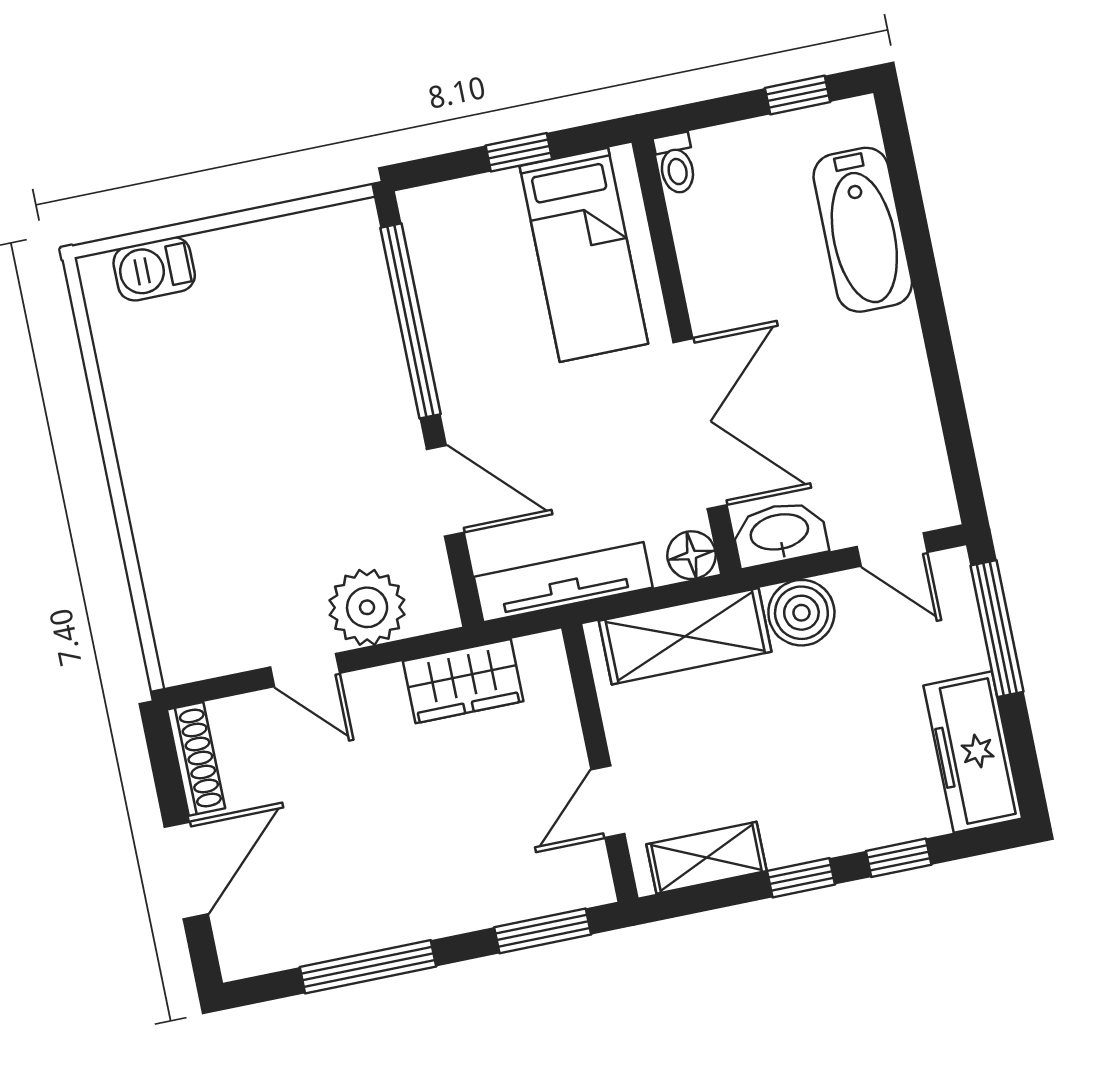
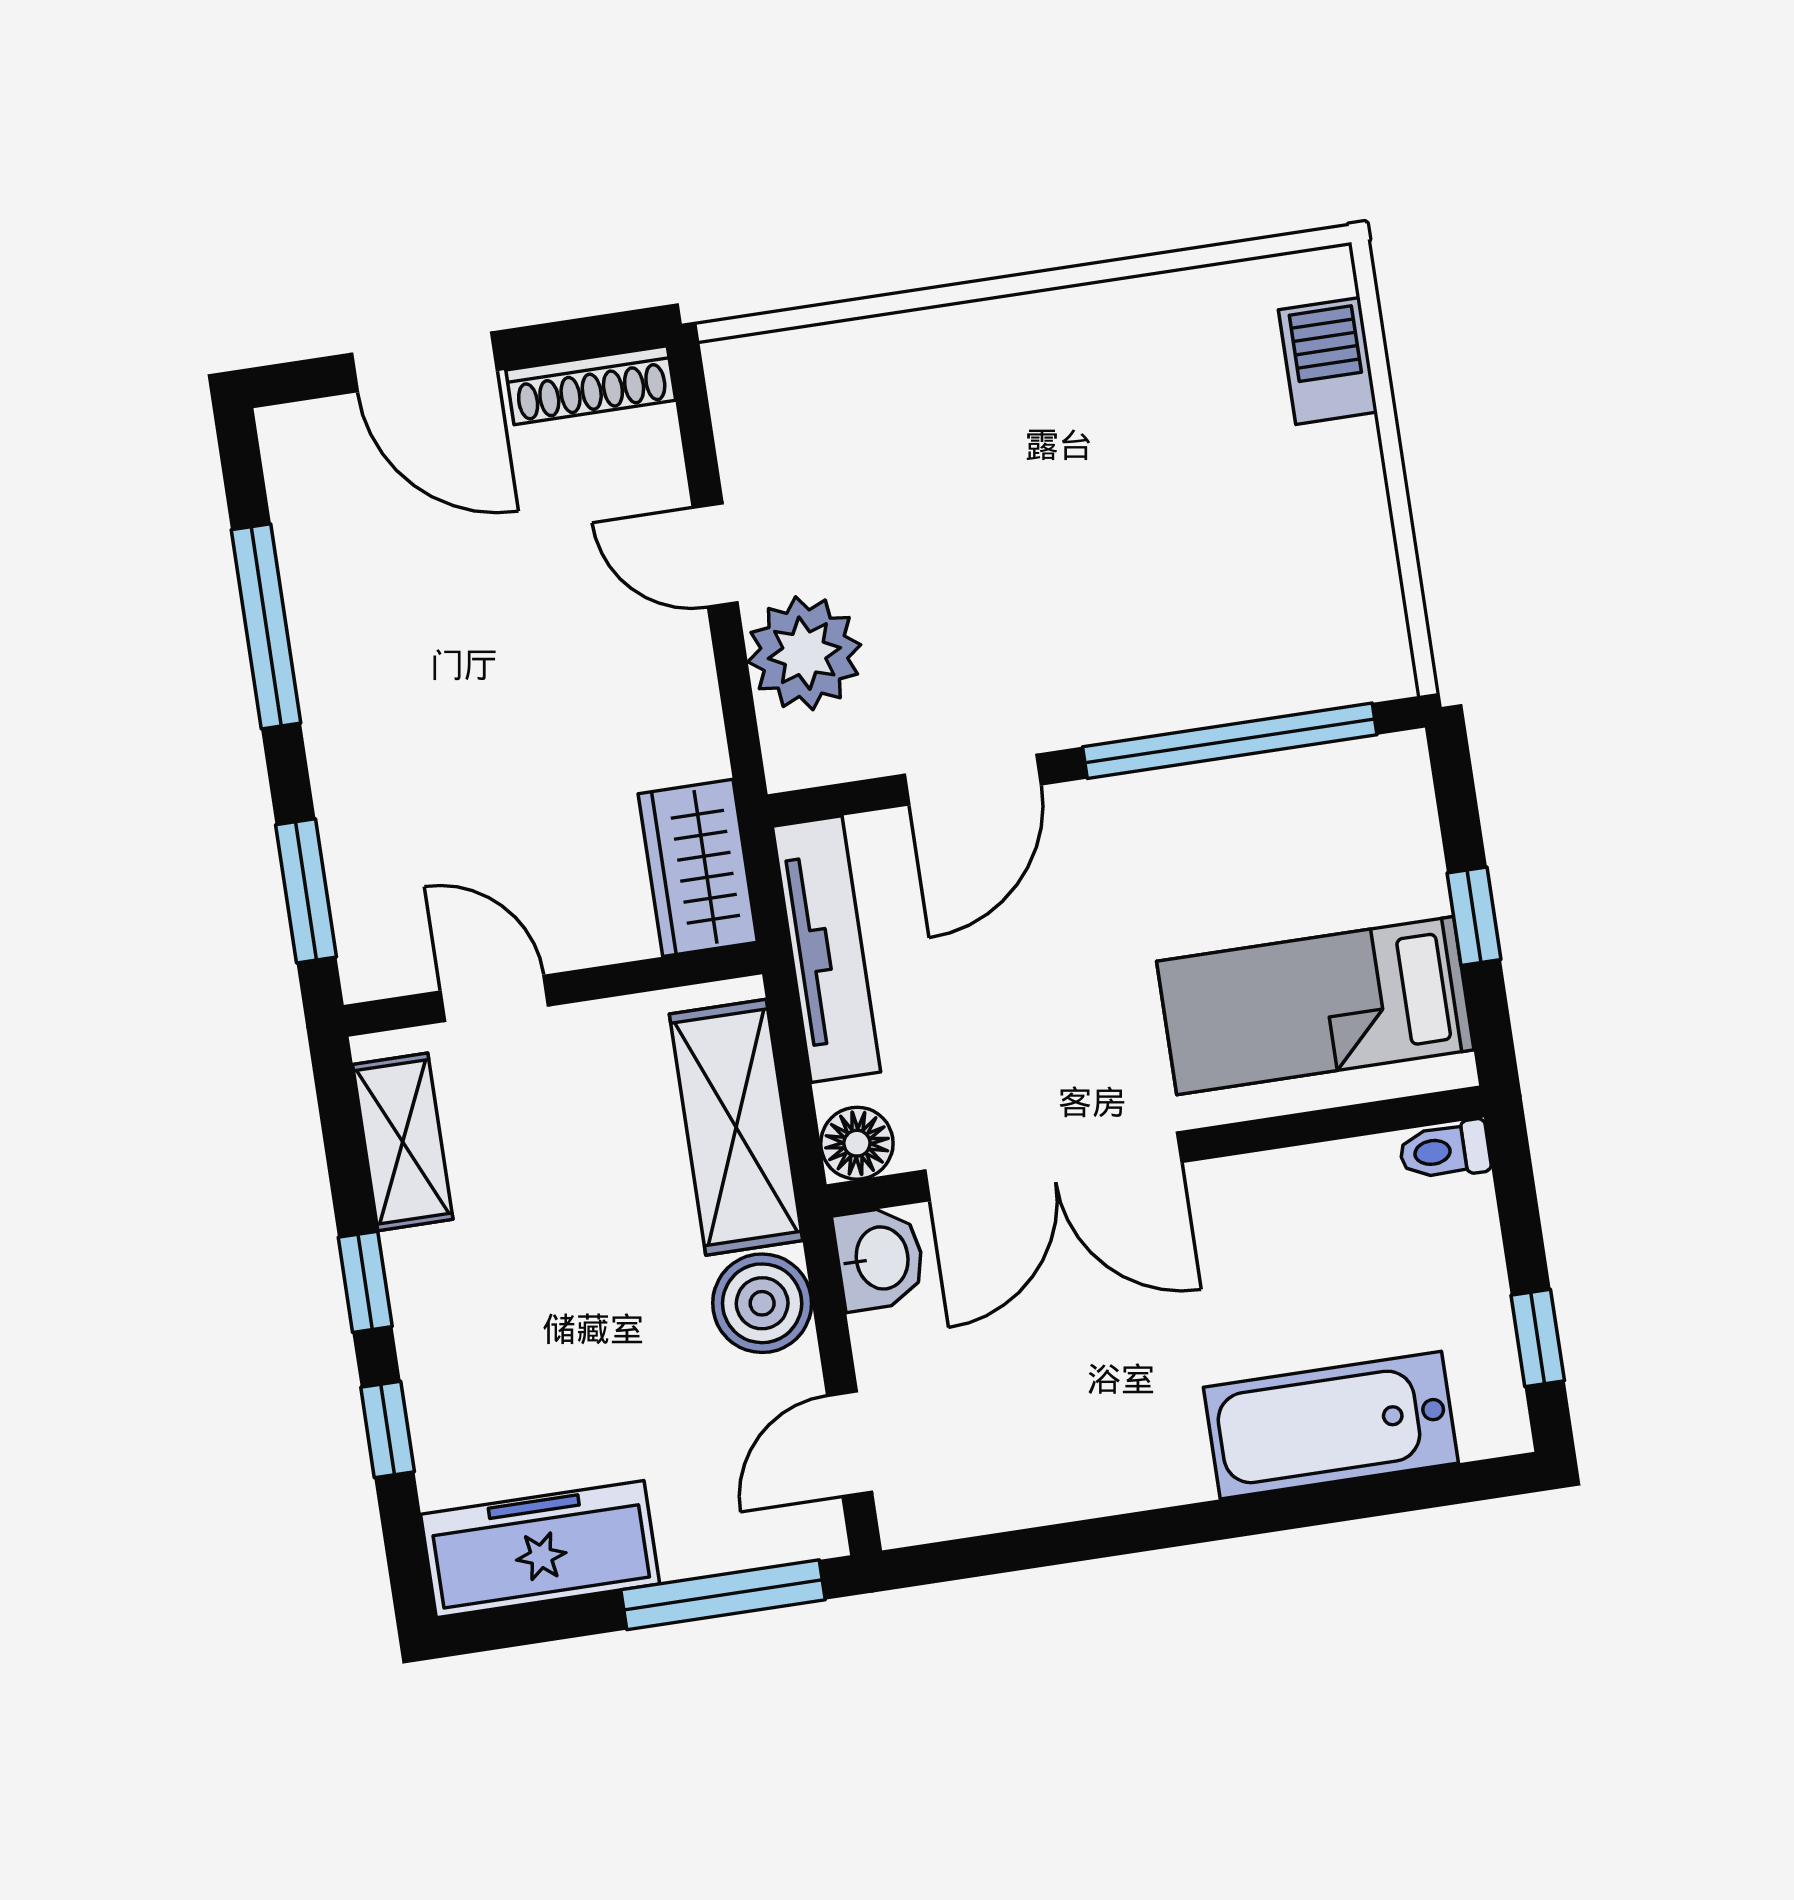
washbasin: (780, 534) -> (880, 1258), width x0.72
door: (305, 670) -> (715, 555), hinge flipped
wardrobe: (463, 681) -> (698, 868), moved

